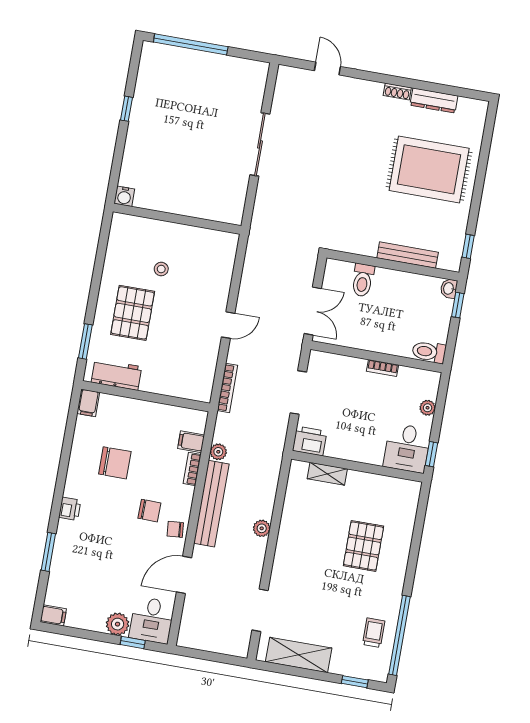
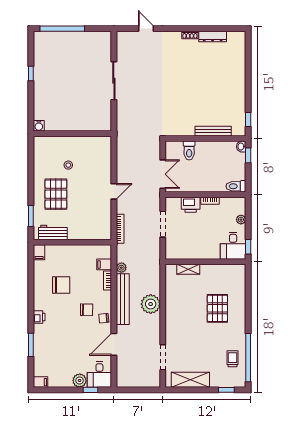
rug: (429, 169) -> (217, 78), removed
printer: (310, 441) -> (191, 205), moved, turned 180
plant: (262, 528) -> (151, 304), width x1.88, depth x1.88

